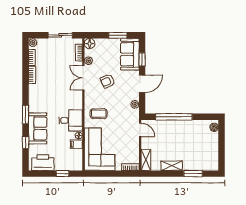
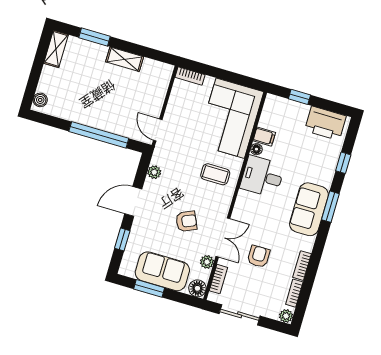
sofa: (130, 54) -> (162, 271), moved, turned -90
armchair: (59, 73) -> (259, 256), added
sofa: (38, 128) -> (309, 209), moved
shelving: (146, 160) -> (56, 49), moved

